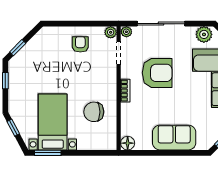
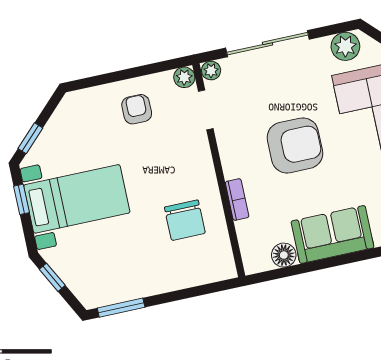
armchair: (157, 73) -> (295, 145), moved
bookcase: (125, 91) -> (237, 199), moved
chair: (94, 112) -> (185, 220), turned -90
bed with nightstands: (53, 122) -> (77, 199), moved, turned 90
floor lamp: (128, 143) -> (284, 255), moved

